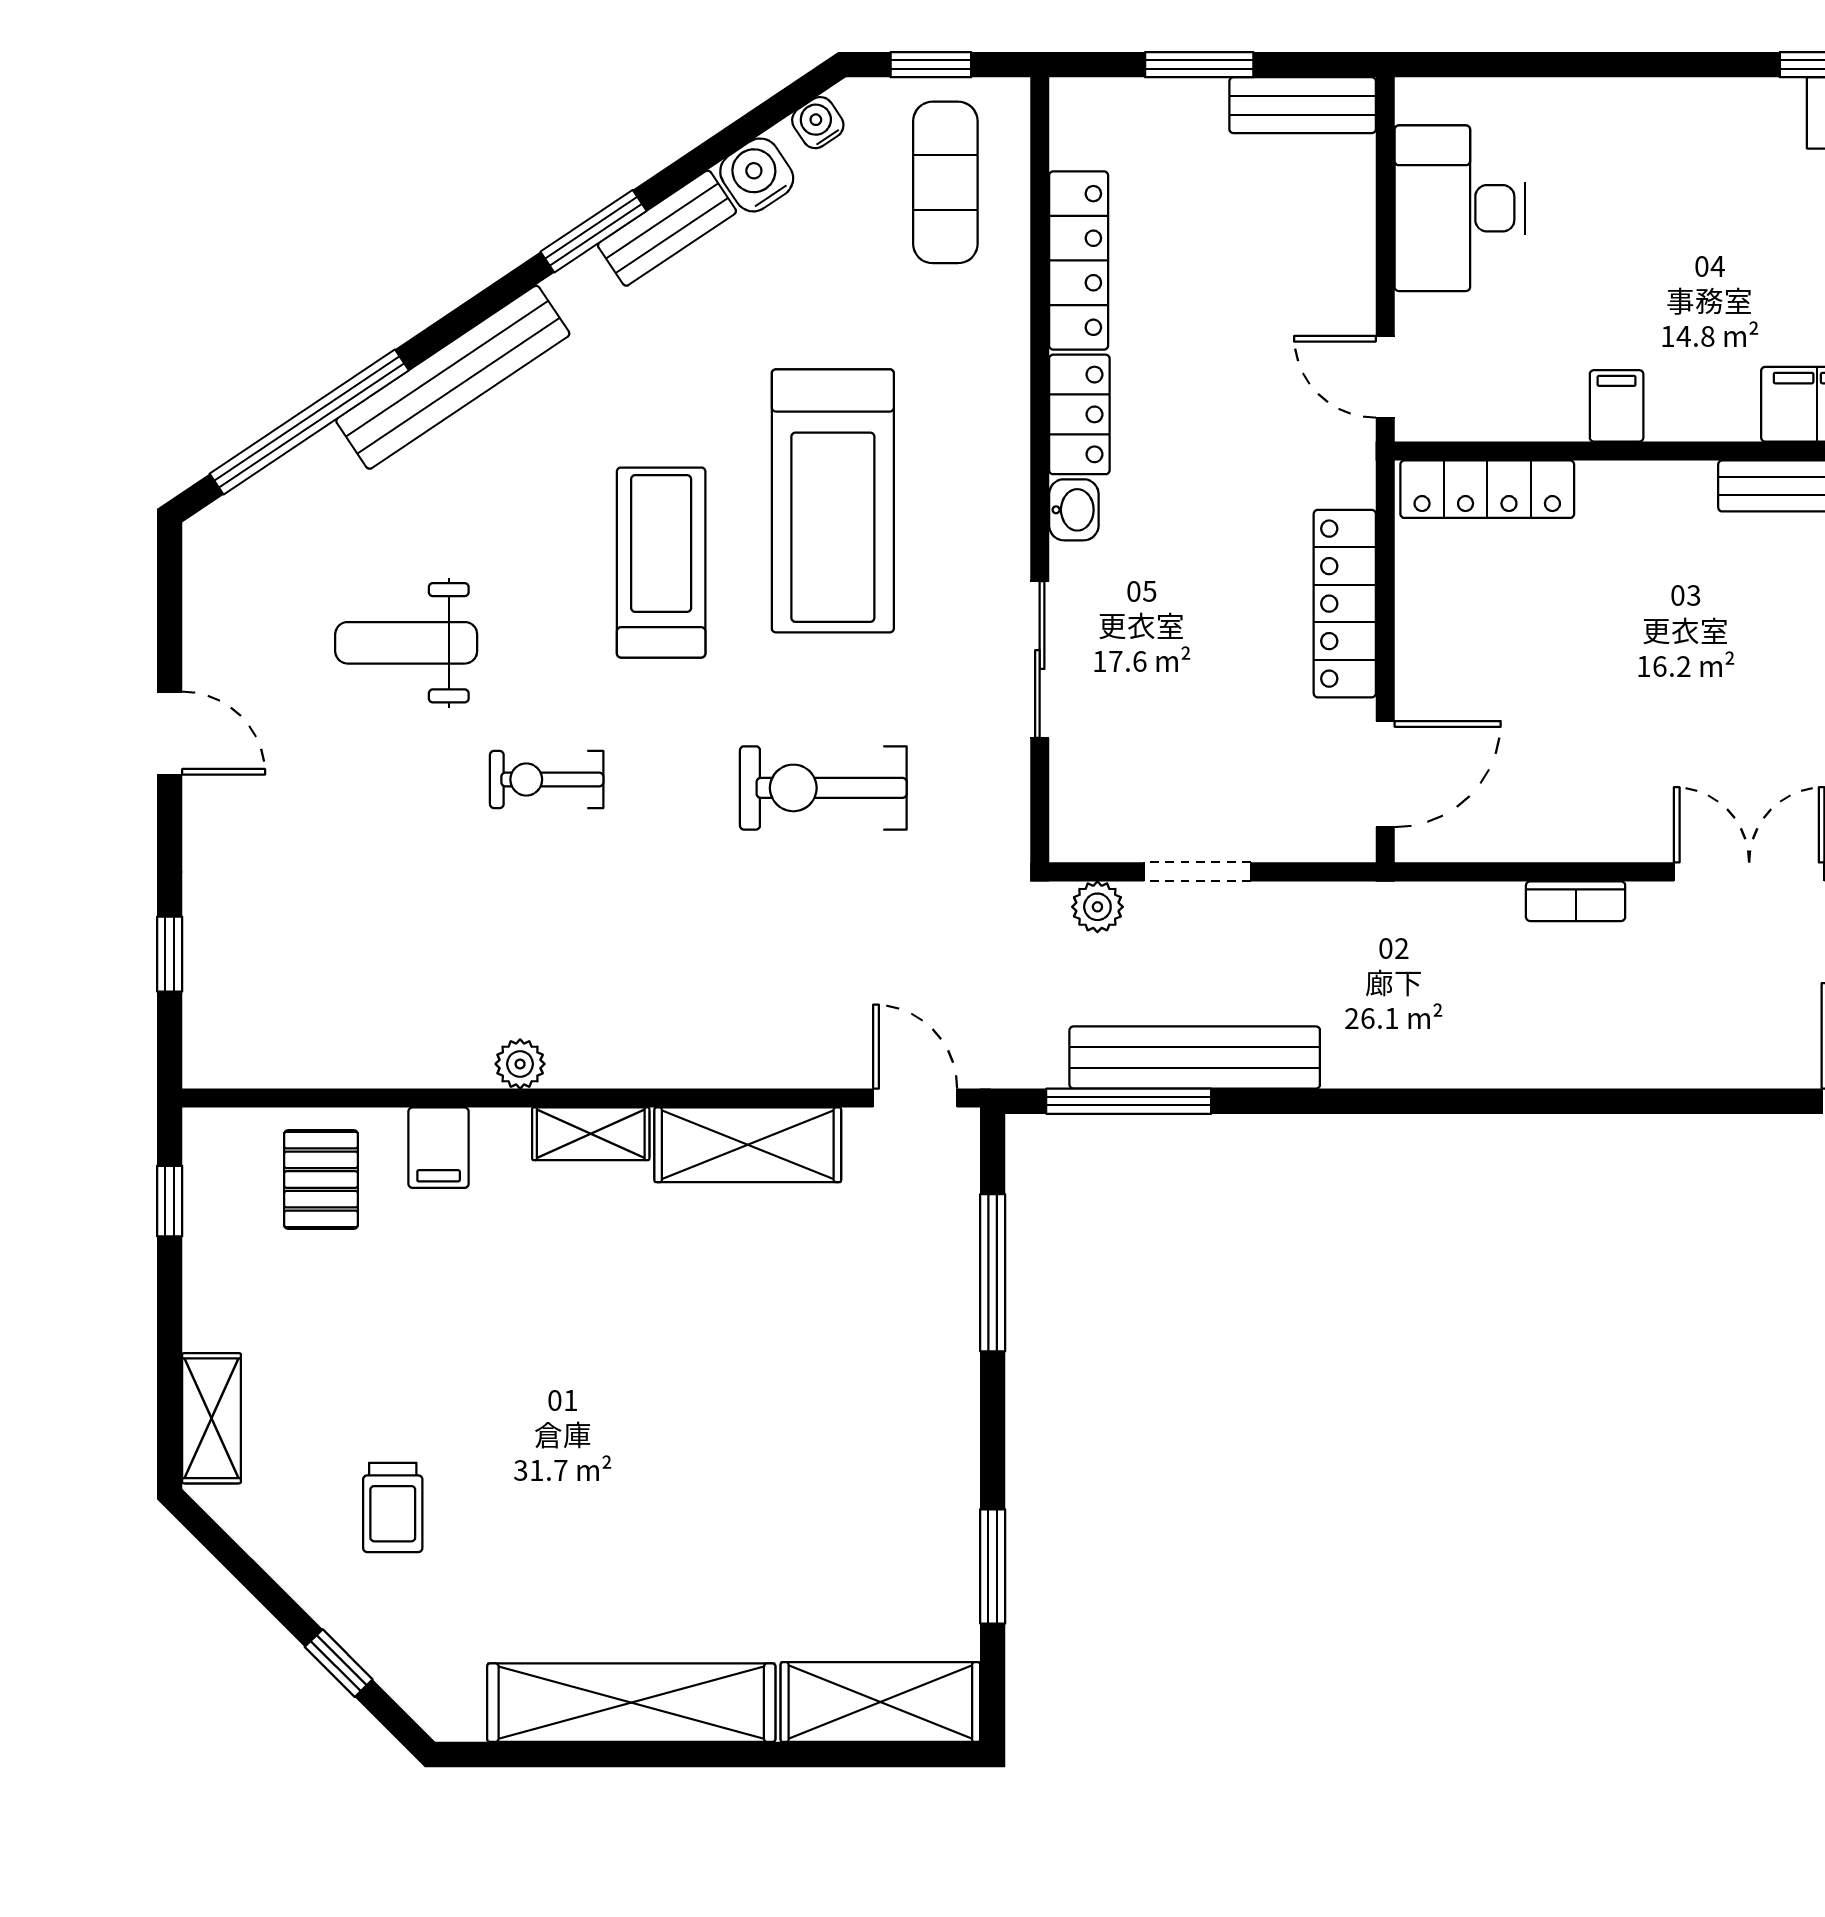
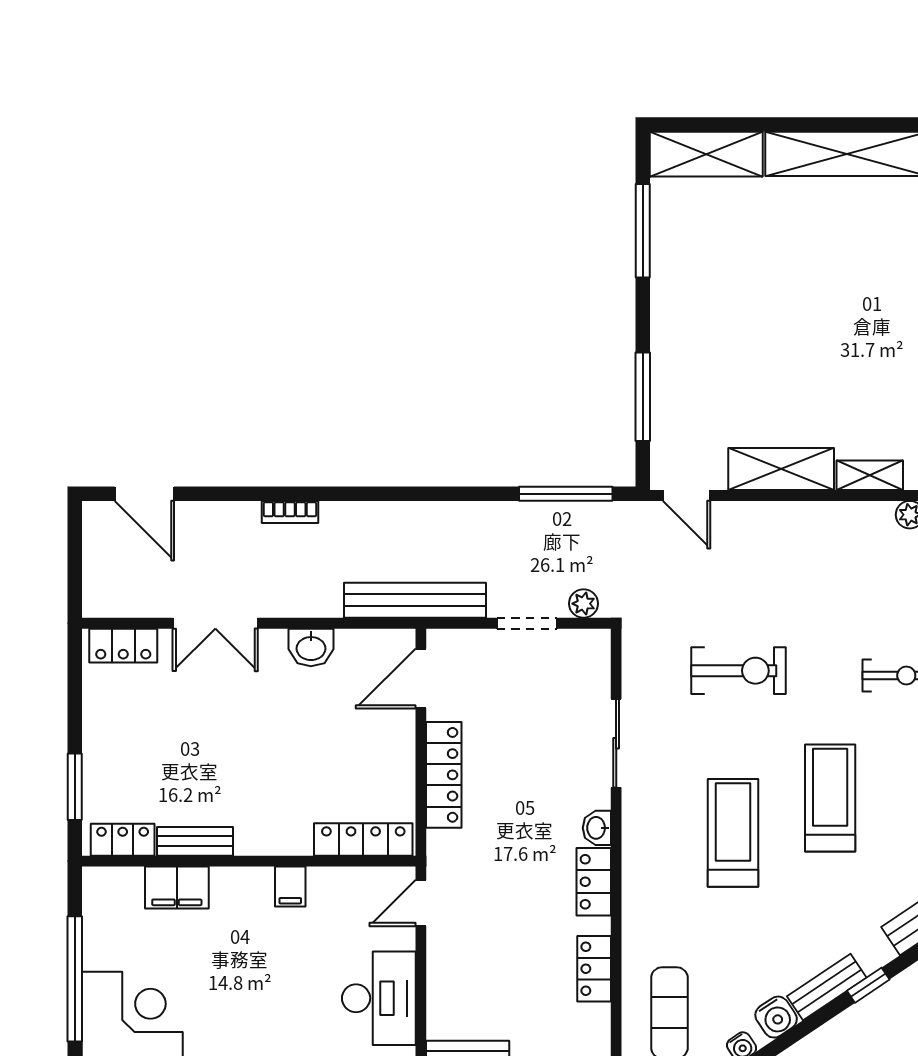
window: (594, 231) -> (868, 985), width x0.67
locker: (1079, 260) -> (594, 969), width x0.66
door: (1385, 377) -> (421, 903), swing flipped
treadmill: (833, 501) -> (733, 833), width x0.73, depth x0.73
treadmill: (661, 563) -> (830, 798), turned 180
washbasin: (1580, 829) -> (311, 647), added
bookcase: (1576, 901) -> (290, 512), moved, turned 180
bench: (1195, 1057) -> (415, 600), moved
window: (993, 1566) -> (643, 231), width x1.44

